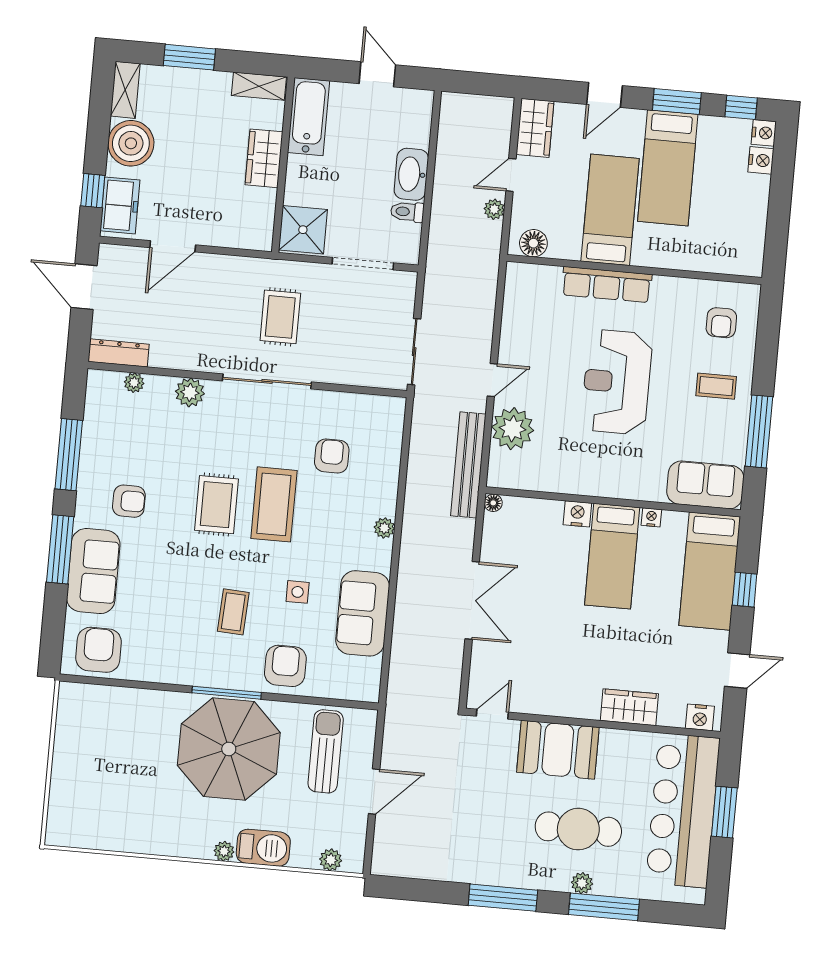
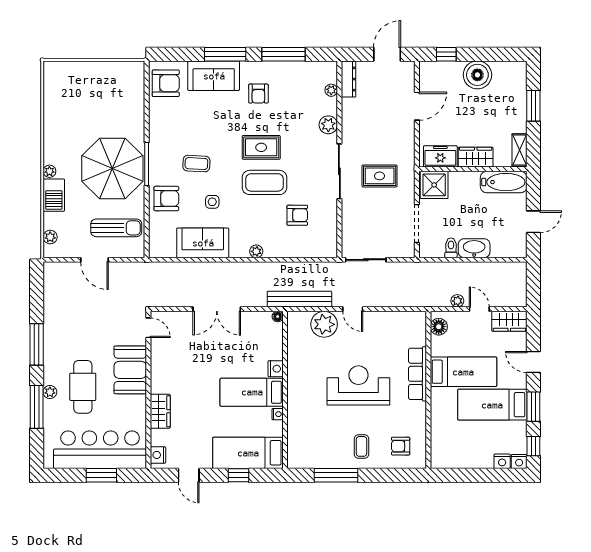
shelving: (125, 90) -> (510, 68), removed
freezer: (120, 205) -> (440, 156), moved, turned 180
door: (173, 246) -> (417, 106), swing flipped
sofa: (705, 485) -> (300, 445), removed

